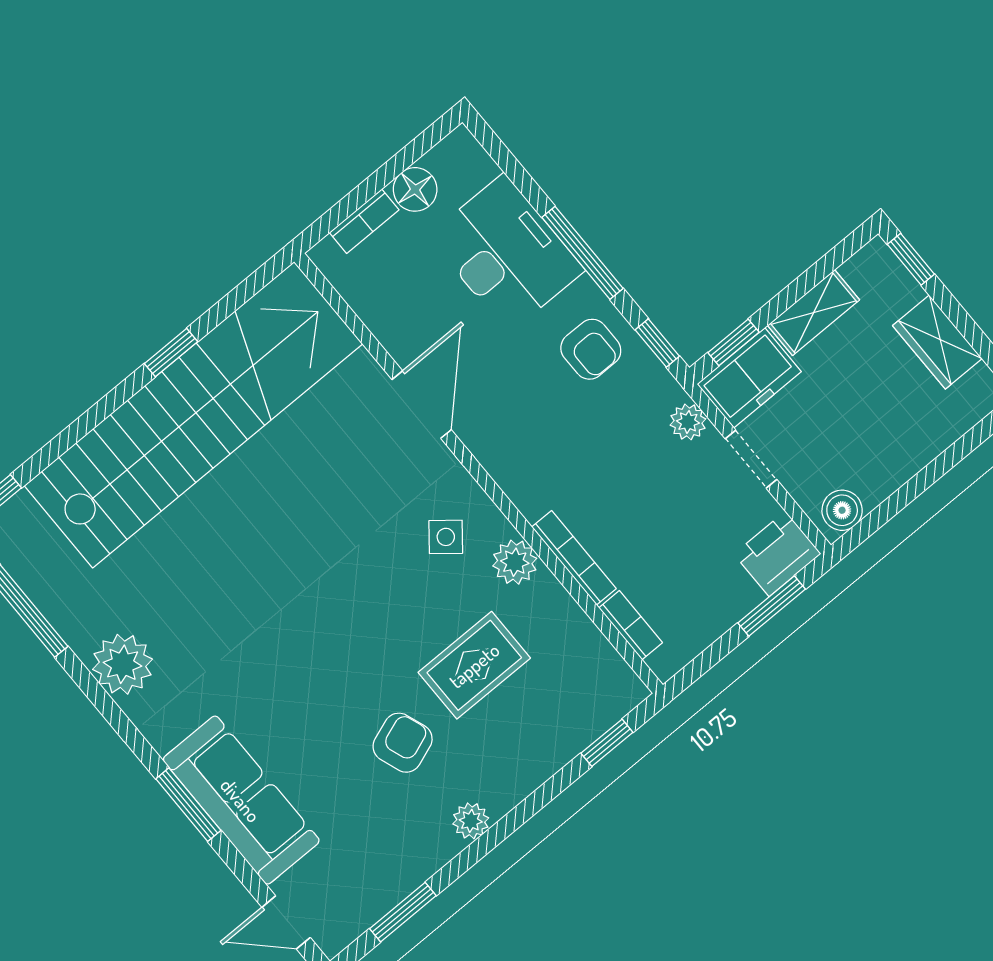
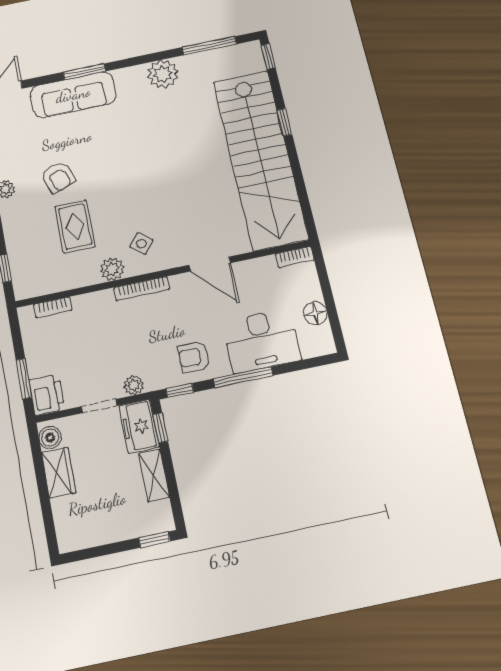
bookcase: (364, 221) -> (295, 257), moved, turned -90
wardrobe: (937, 342) -> (59, 473), moved, turned 90
window: (171, 353) -> (285, 122), moved
bookcase: (574, 558) -> (142, 289), moved

